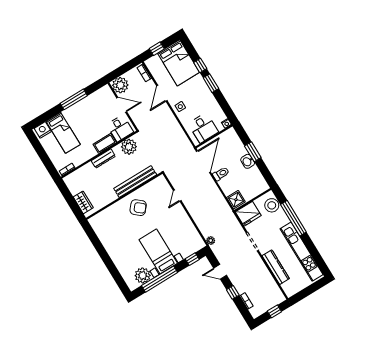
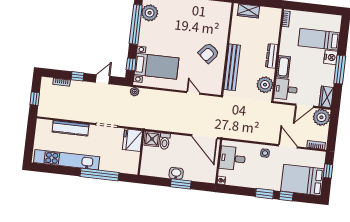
wardrobe: (102, 94) -> (326, 97), added
nightstand: (43, 130) -> (331, 57), moved
toilet: (221, 174) -> (165, 141), moved
stool: (272, 205) -> (124, 165), removed
bed with nightstands: (158, 251) -> (157, 66), moved

